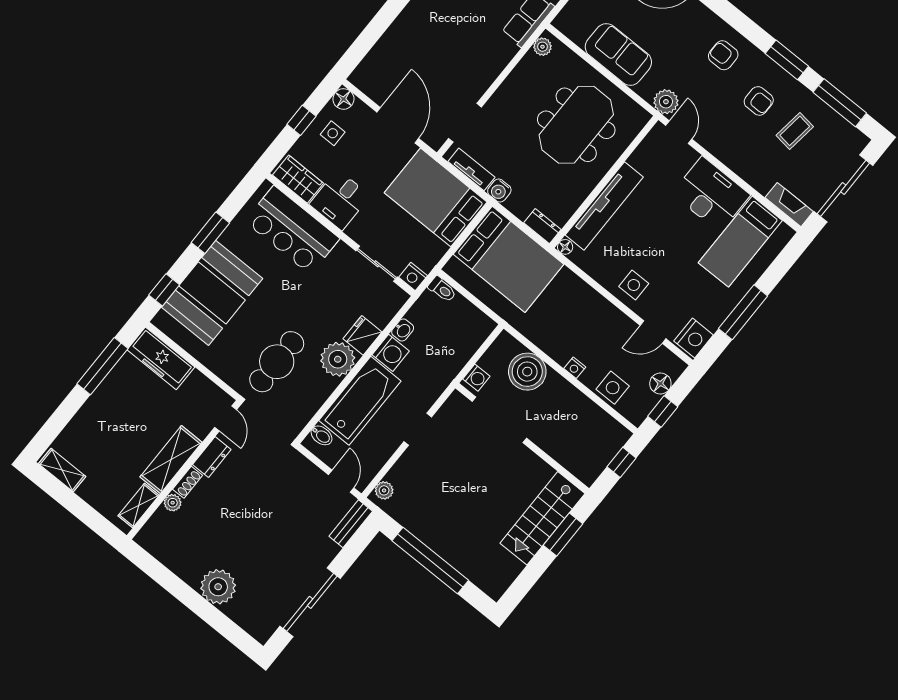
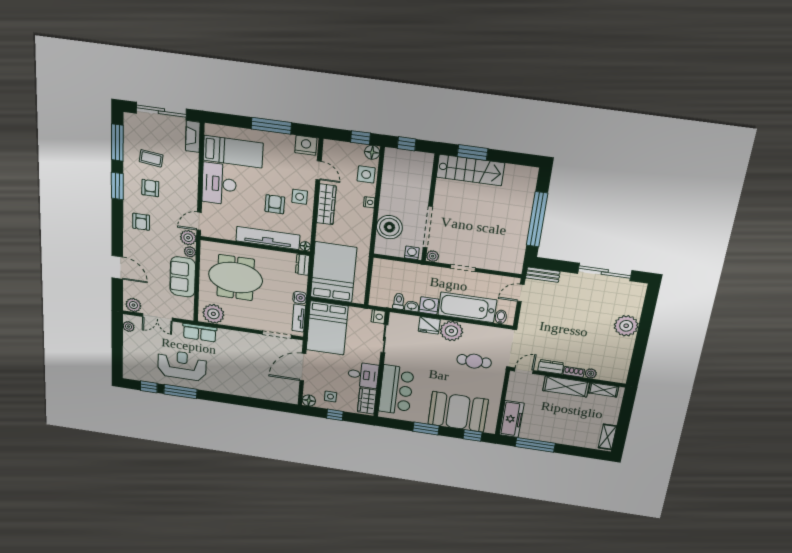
plant: (542, 47) -> (213, 314), width x1.88, depth x1.88
plant: (646, 90) -> (190, 252), added
armchair: (643, 247) -> (275, 204), added
toilet: (442, 289) -> (399, 301), moved
wardrobe: (604, 312) -> (326, 204), added
cafe table: (277, 362) -> (474, 361), width x0.73, depth x0.74
floor lamp: (660, 383) -> (372, 152), moved
plant: (384, 490) -> (433, 256), moved

